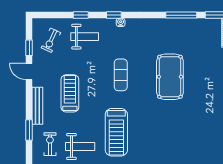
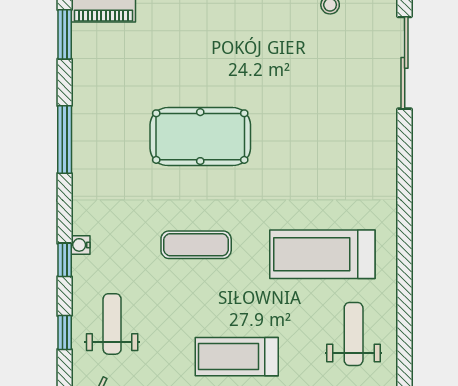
window: (181, 15) -> (65, 140), moved
treadmill: (116, 132) -> (322, 254), turned 180

